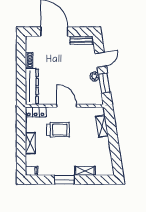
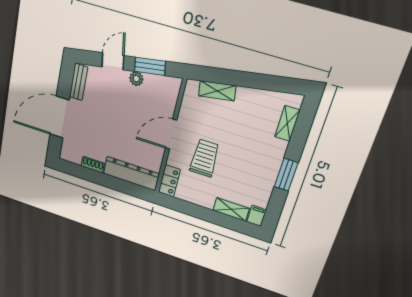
door: (101, 60) -> (113, 61), hinge flipped
shelving: (30, 143) -> (231, 209), moved
shelving: (85, 171) -> (287, 123), moved

